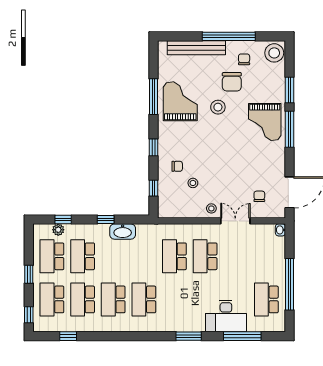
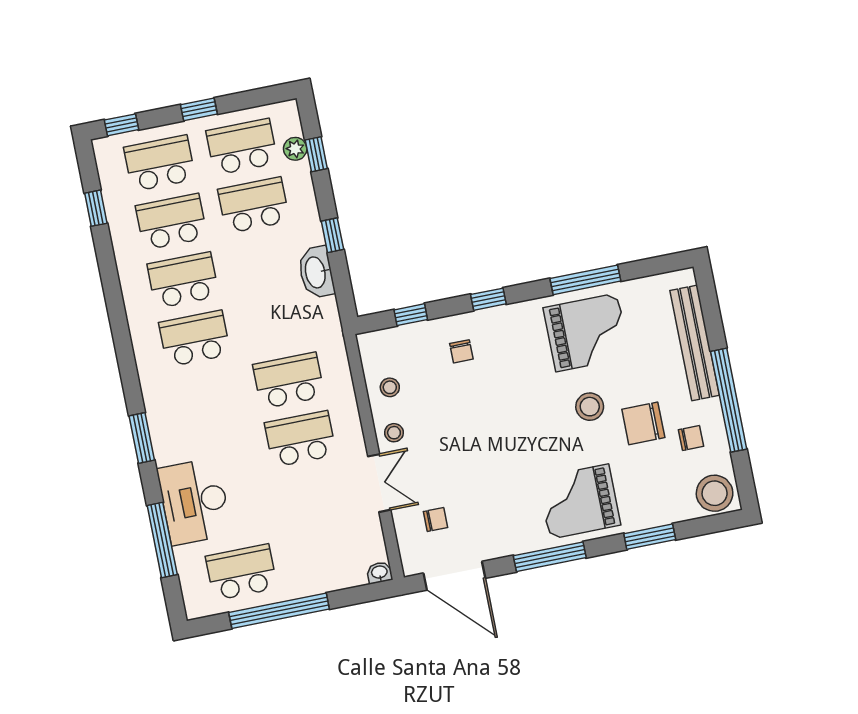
window: (290, 129) -> (550, 557), moved
stool: (193, 183) -> (390, 387), moved

